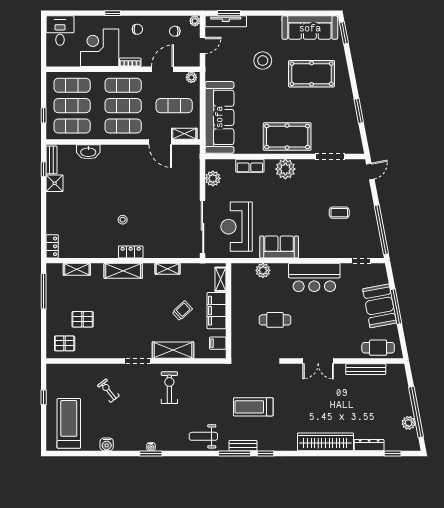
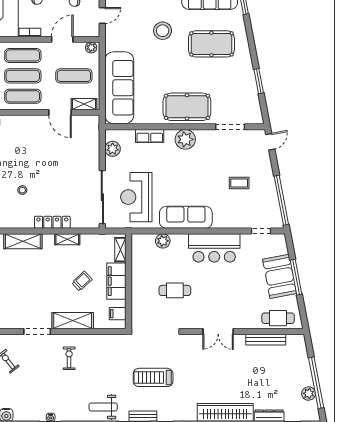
sofa: (279, 247) -> (186, 217), width x1.36
locker: (131, 252) -> (52, 222), moved, width x1.53
exercise bike: (169, 388) -> (69, 358), width x0.73, depth x0.72

